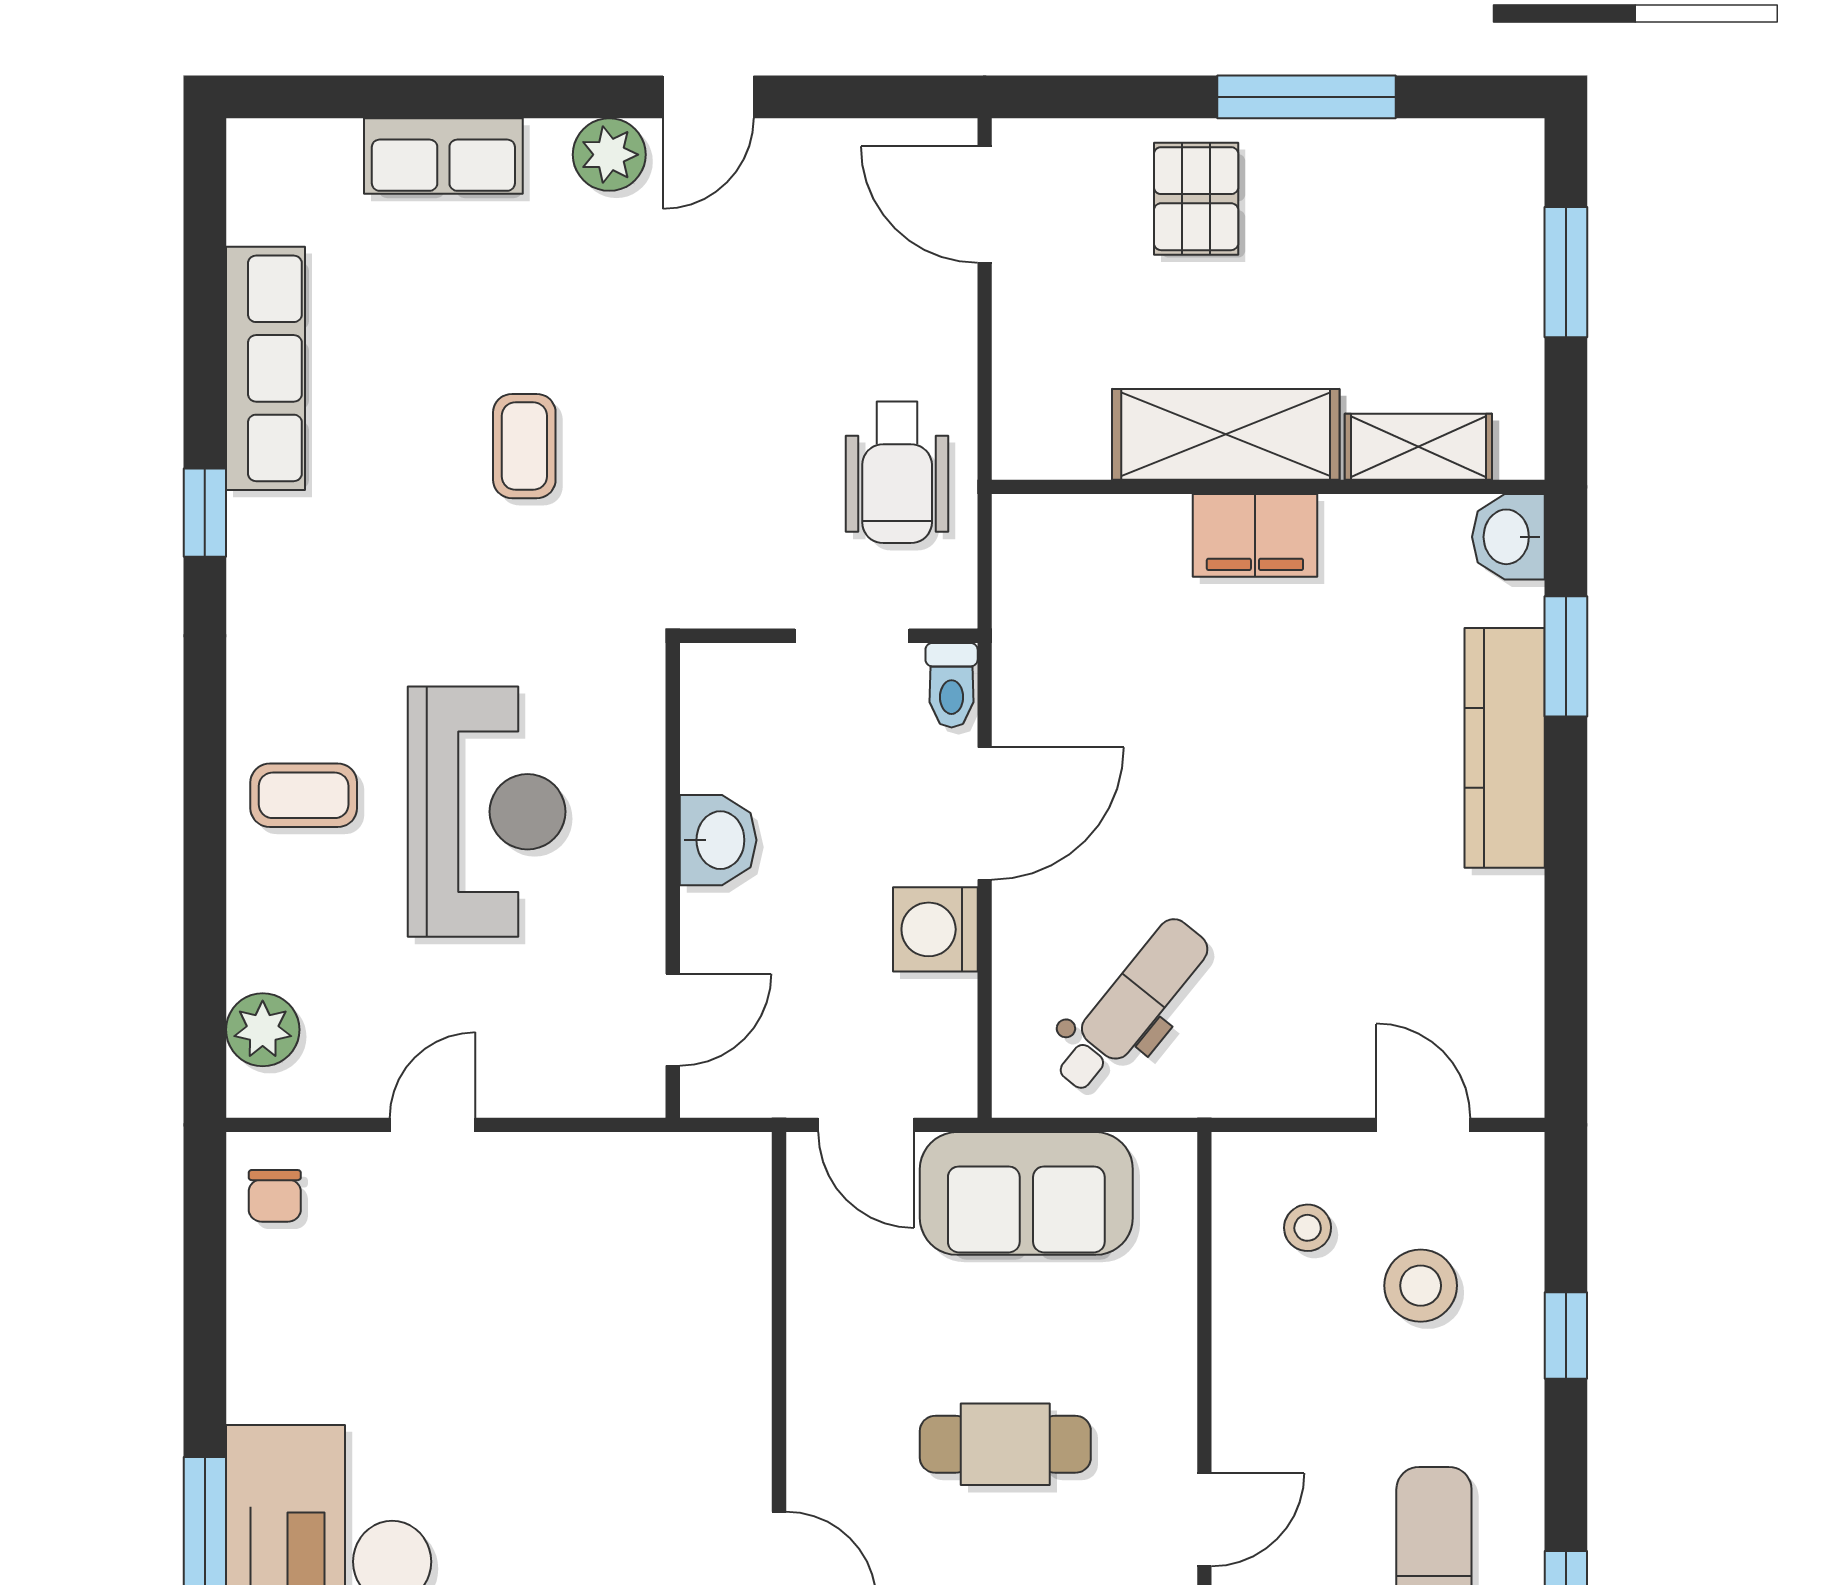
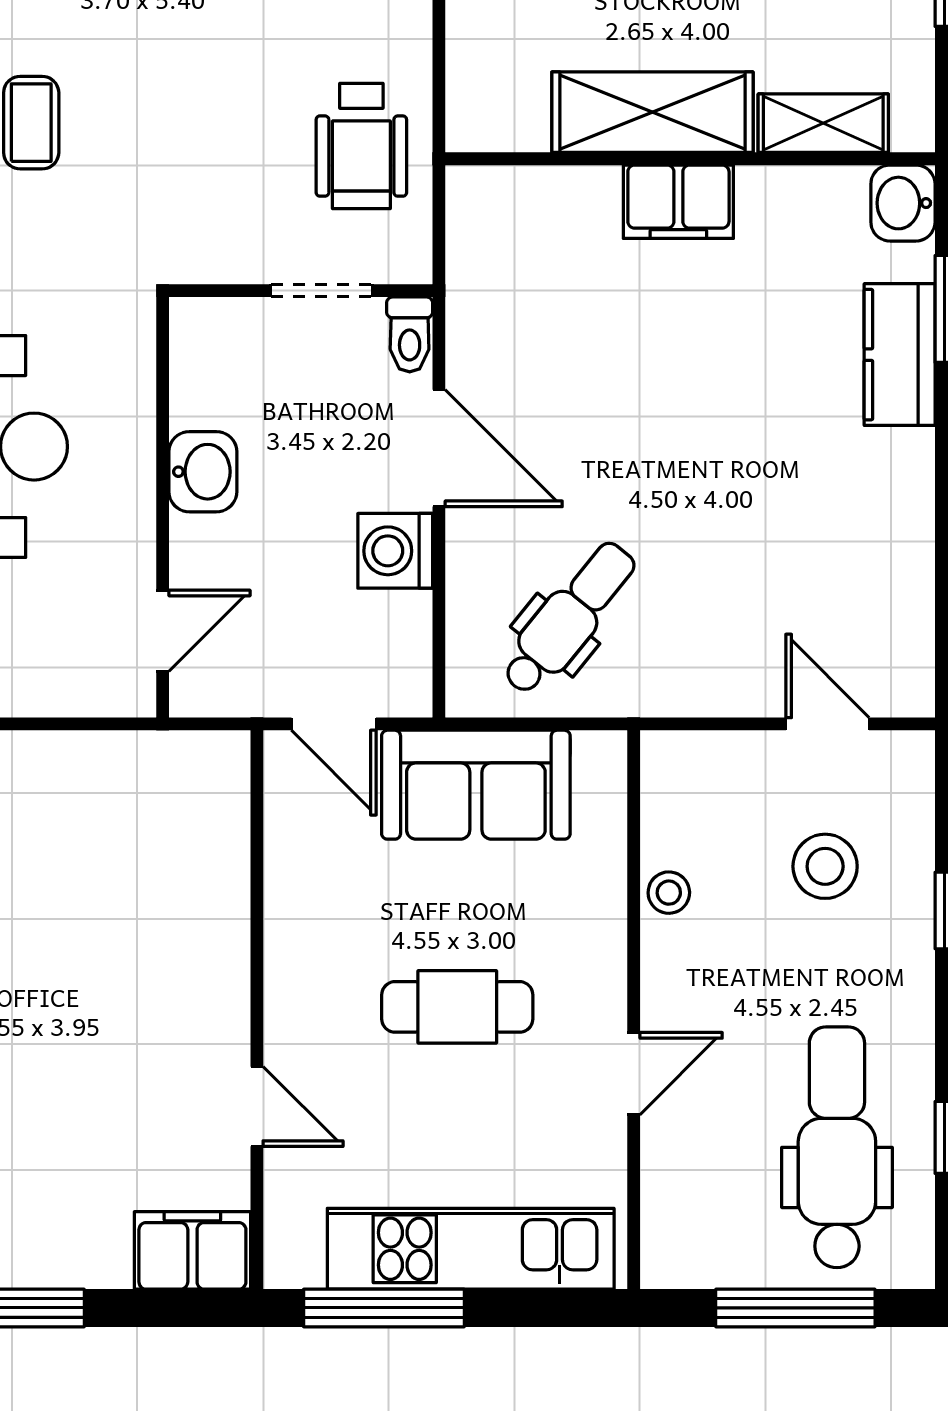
kitchen counter: (1505, 748) -> (900, 355), width x0.67
door: (985, 814) -> (439, 448), hinge flipped
stool: (1308, 1228) -> (669, 893), moved

